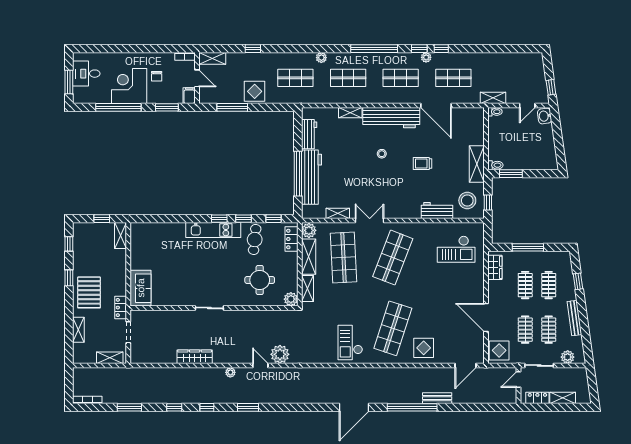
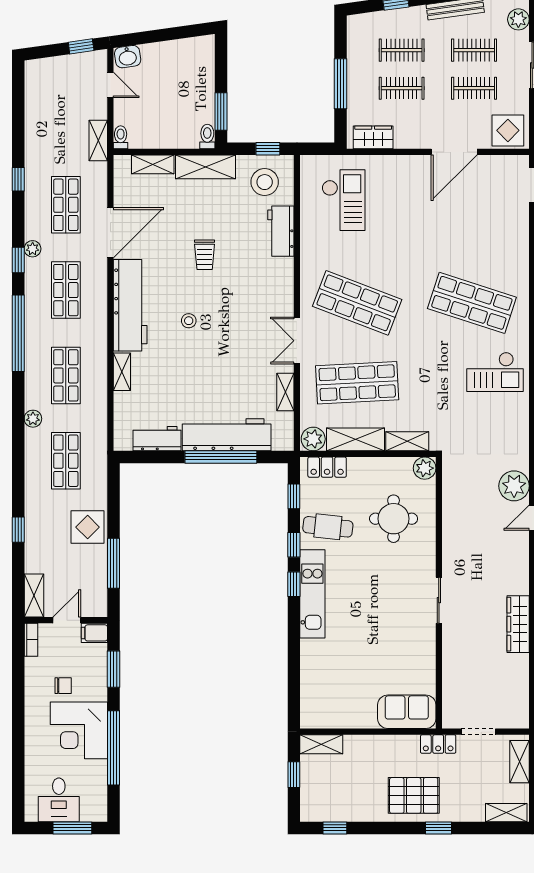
window: (441, 49) -> (18, 179), moved
shelving: (478, 132) -> (153, 164), added
window: (69, 278) -> (439, 828), moved
shelving: (78, 330) -> (506, 813), moved
display table: (424, 348) -> (504, 253), removed

